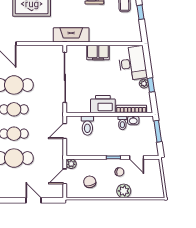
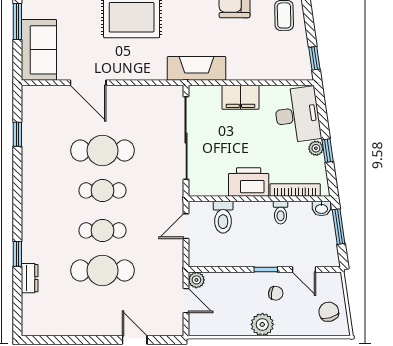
window: (141, 12) -> (314, 58), moved
washbasin: (133, 120) -> (321, 208), moved
door: (65, 176) -> (186, 301), swing flipped
chair: (90, 182) -> (329, 312), moved
plant: (124, 191) -> (262, 324), moved

